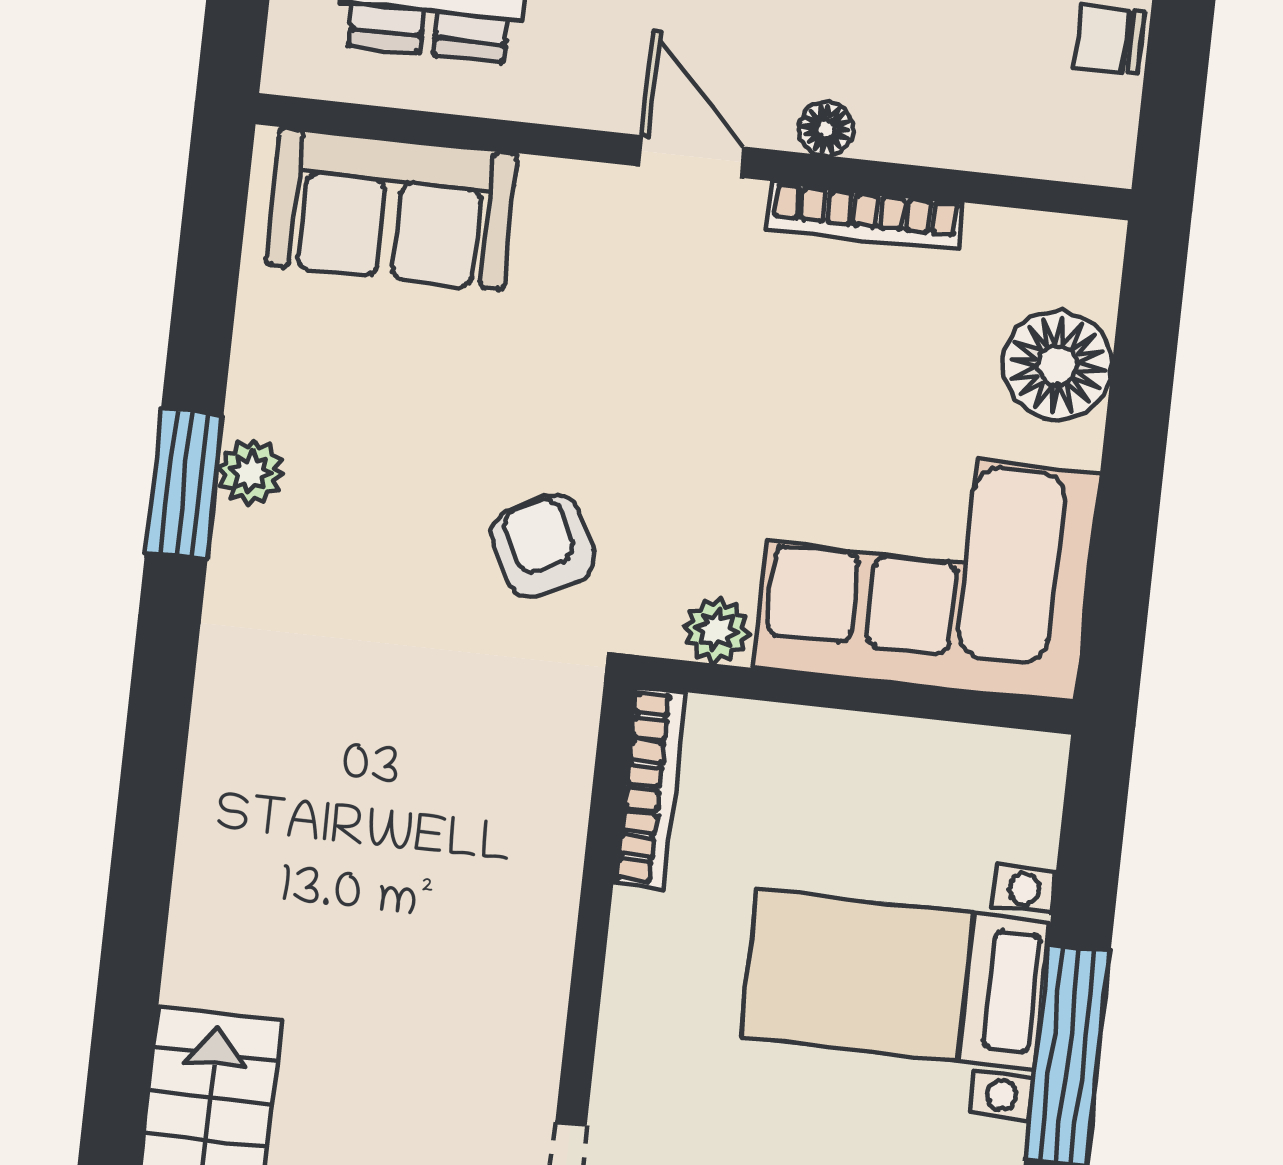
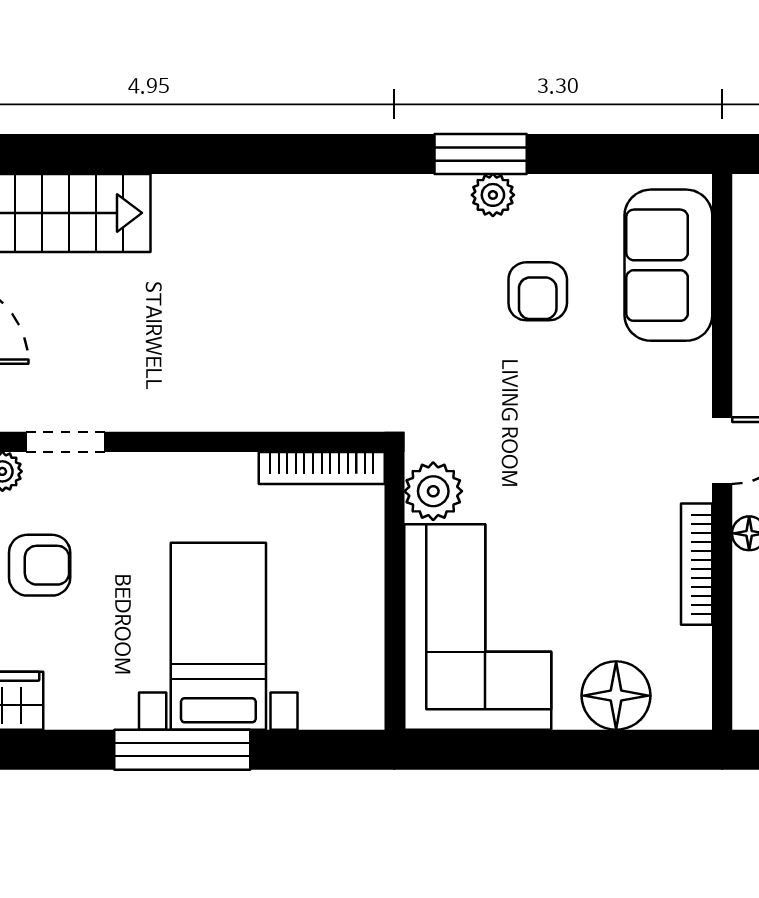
armchair: (543, 546) -> (538, 291), moved, turned 116
plant: (716, 631) -> (433, 491), width x1.38, depth x1.38

